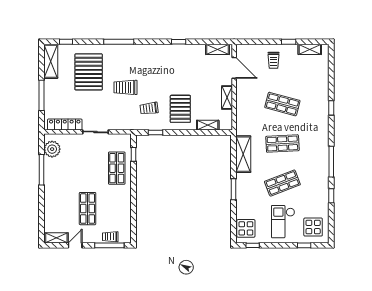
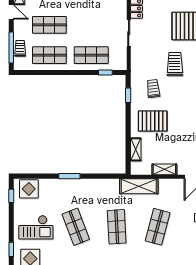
shelving: (243, 154) -> (139, 186), moved
shop shelf: (117, 209) -> (49, 55), added
checkout: (283, 222) -> (36, 227), turned 180

